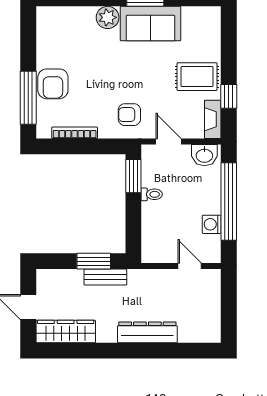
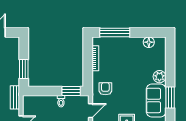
floor lamp: (46, 37) -> (149, 42), added
armchair: (53, 84) -> (123, 46), removed
bench: (105, 277) -> (15, 97), moved

